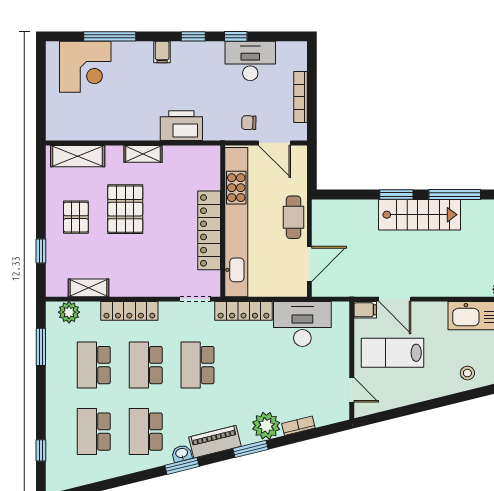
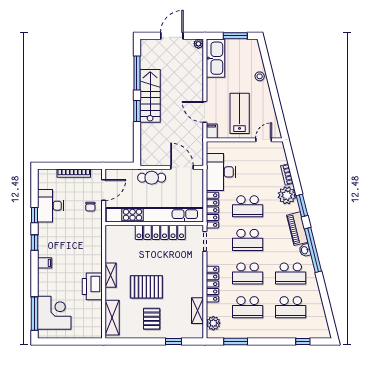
window: (110, 36) -> (34, 314), moved
printer: (181, 126) -> (92, 286), moved
pallet: (76, 217) -> (152, 319), turned 90
door: (395, 299) -> (205, 112), swing flipped
lab bench: (393, 353) -> (240, 113), turned 180
school desk: (249, 365) -> (248, 206), added
stool: (467, 373) -> (260, 76), moved
window: (182, 466) -> (313, 250), width x2.11

